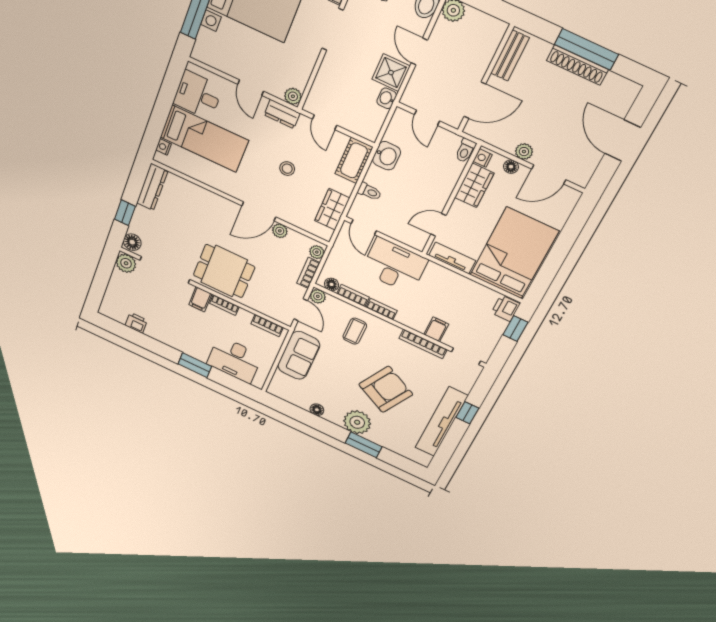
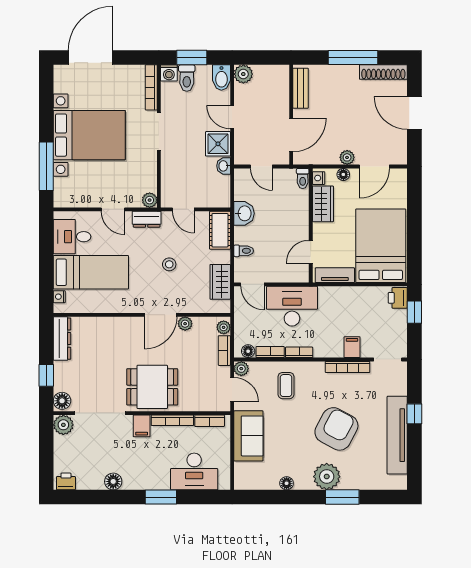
shoe rack: (577, 65) -> (383, 72), moved
bookcase: (224, 305) -> (172, 420), width x1.56
printer: (136, 323) -> (66, 481), moved
floor lamp: (155, 332) -> (113, 481), added

